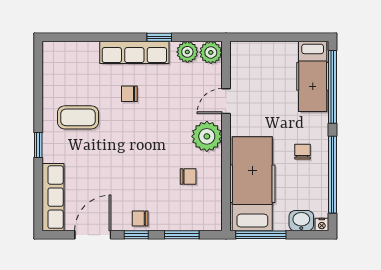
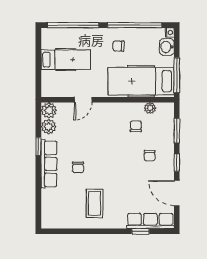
hospital bed: (313, 76) -> (66, 60), moved
door: (226, 101) -> (83, 100), hinge flipped
plant: (207, 136) -> (150, 108), moved, width x0.53, depth x0.53
window: (38, 145) -> (140, 231), moved
chair: (140, 219) -> (150, 156), moved

